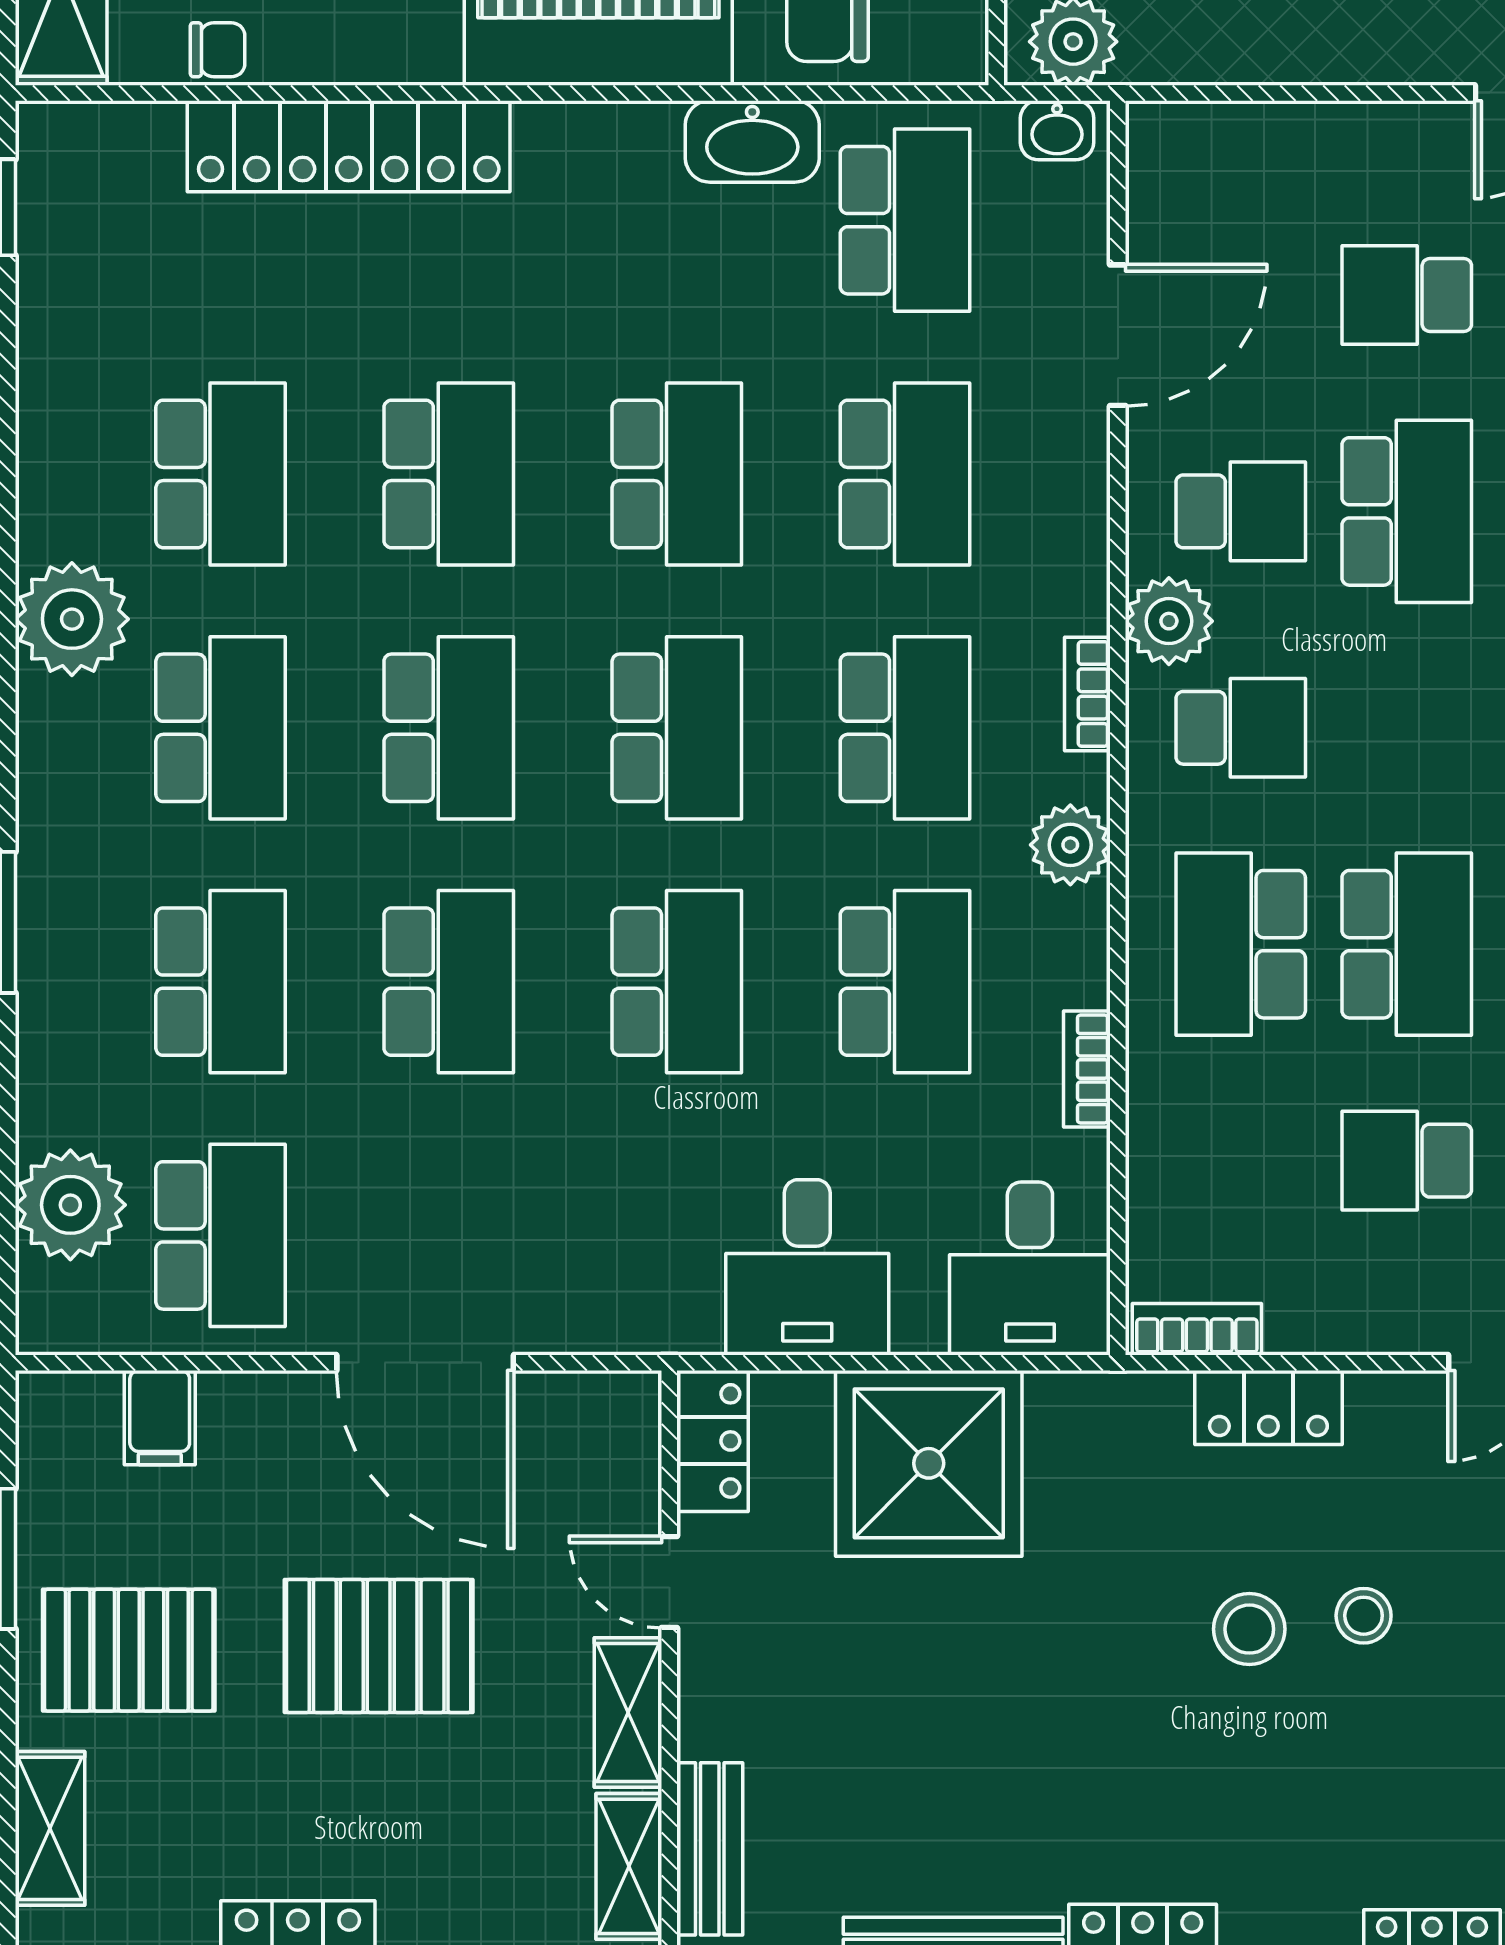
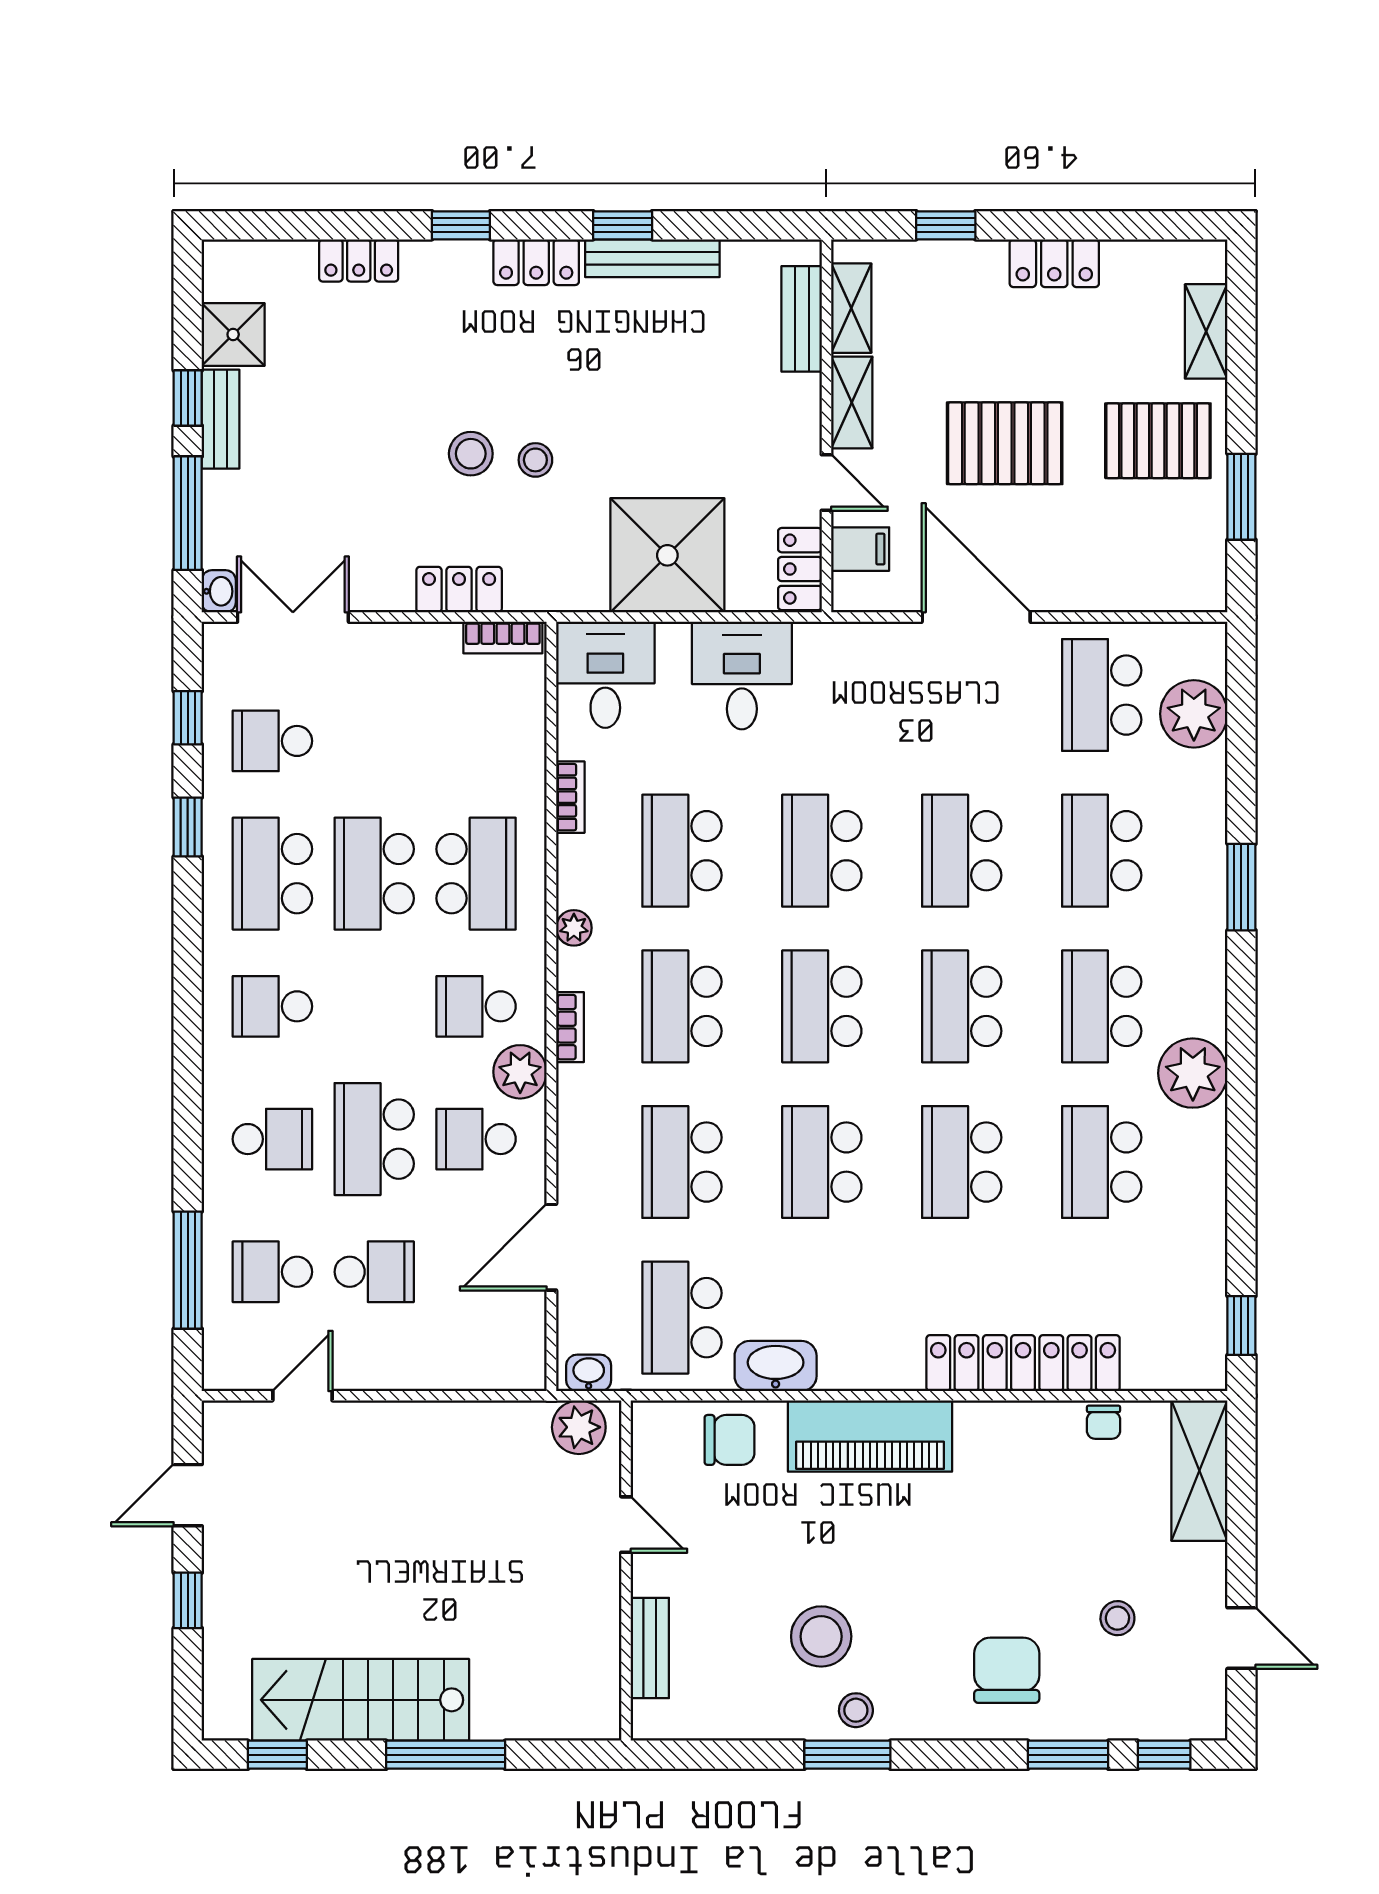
chair: (218, 50) -> (1104, 1422), turned -90
plant: (1070, 845) -> (574, 928), width x0.73, depth x0.73
school desk: (1407, 1161) -> (374, 741), removed
filing cabinet: (160, 1418) -> (860, 549), moved, turned 90
stool: (1364, 1616) -> (535, 460), moved

